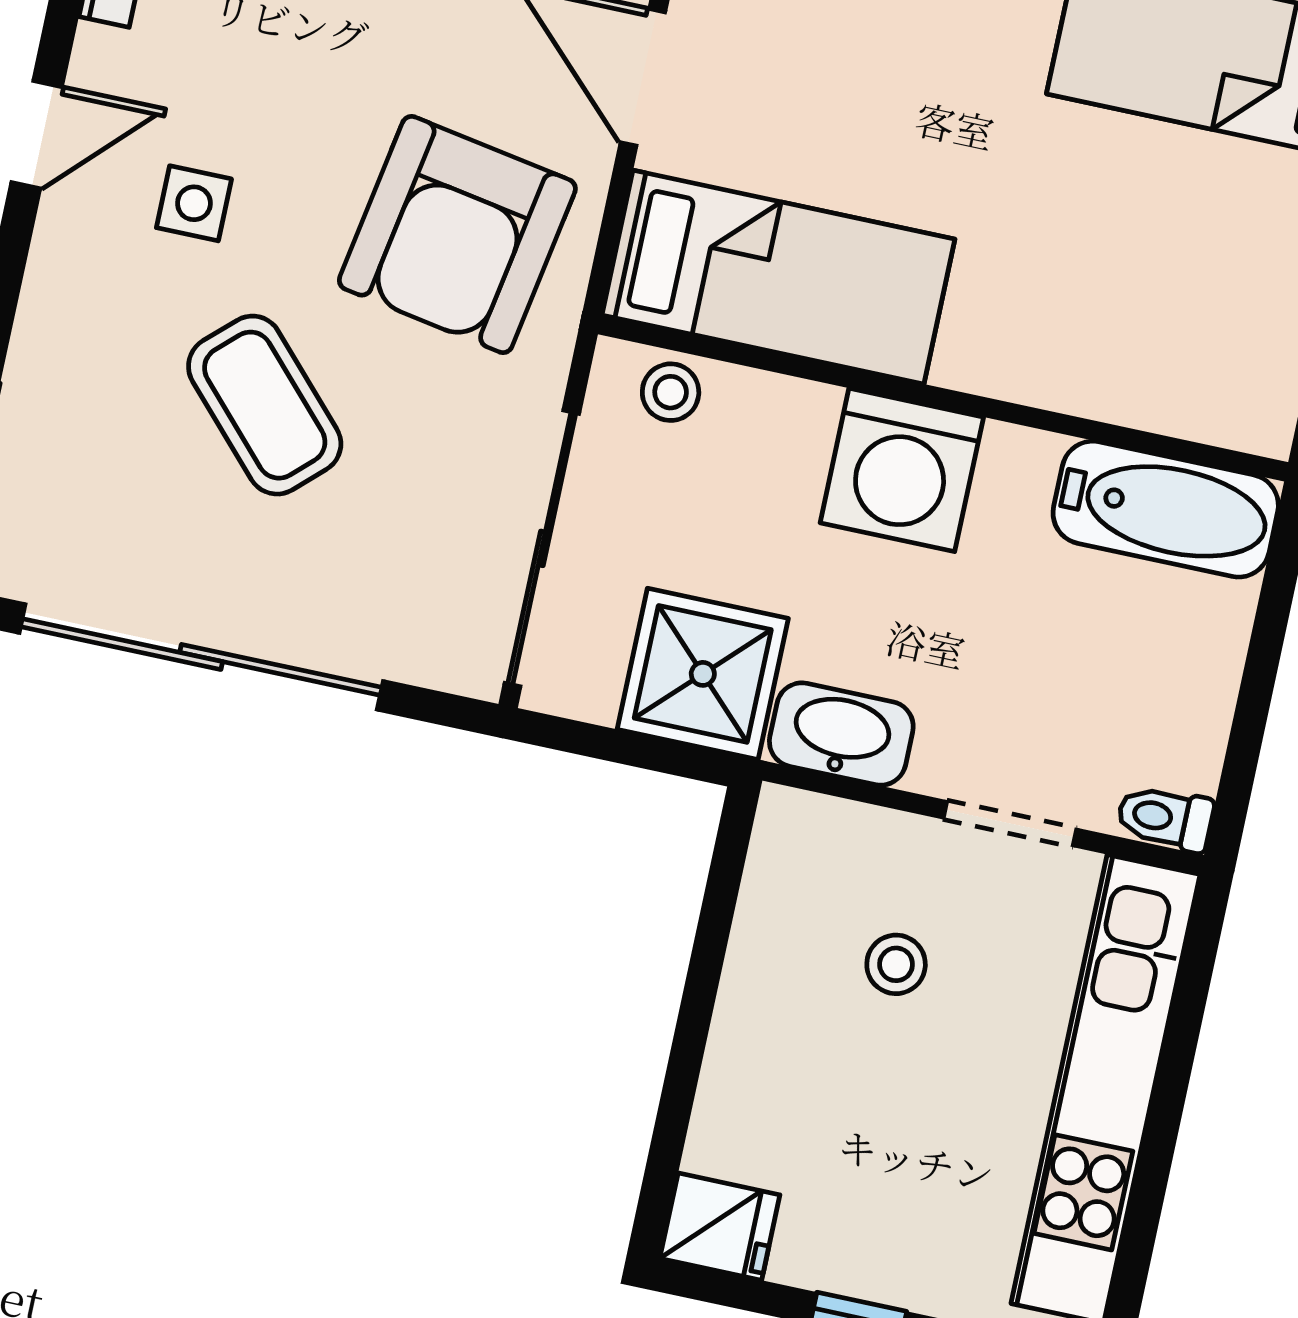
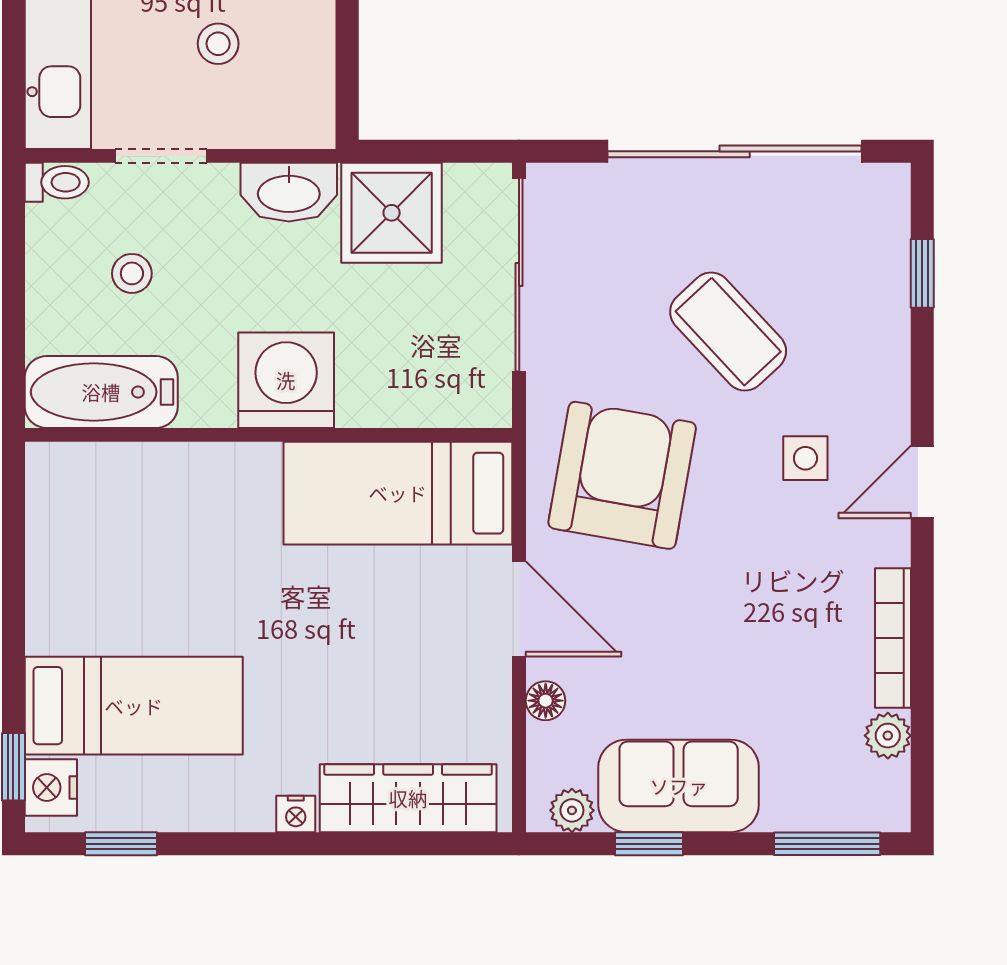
stool: (671, 392) -> (132, 273), moved

